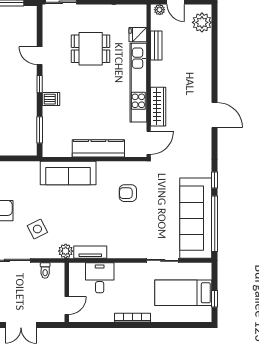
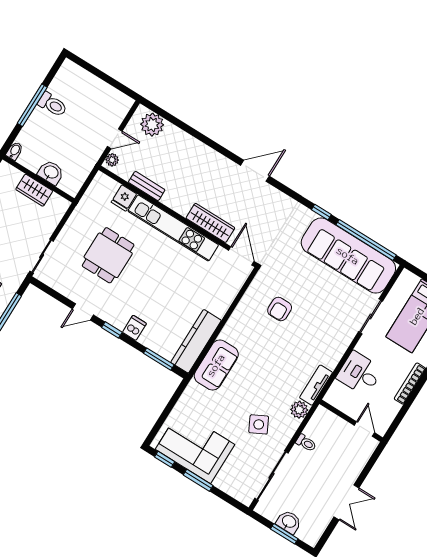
kitchen counter: (98, 148) -> (196, 341), moved
sofa: (68, 173) -> (216, 365), width x0.73
desk: (100, 278) -> (360, 374), moved
wall: (67, 292) -> (351, 421), moved
door: (67, 305) -> (364, 429), moved

